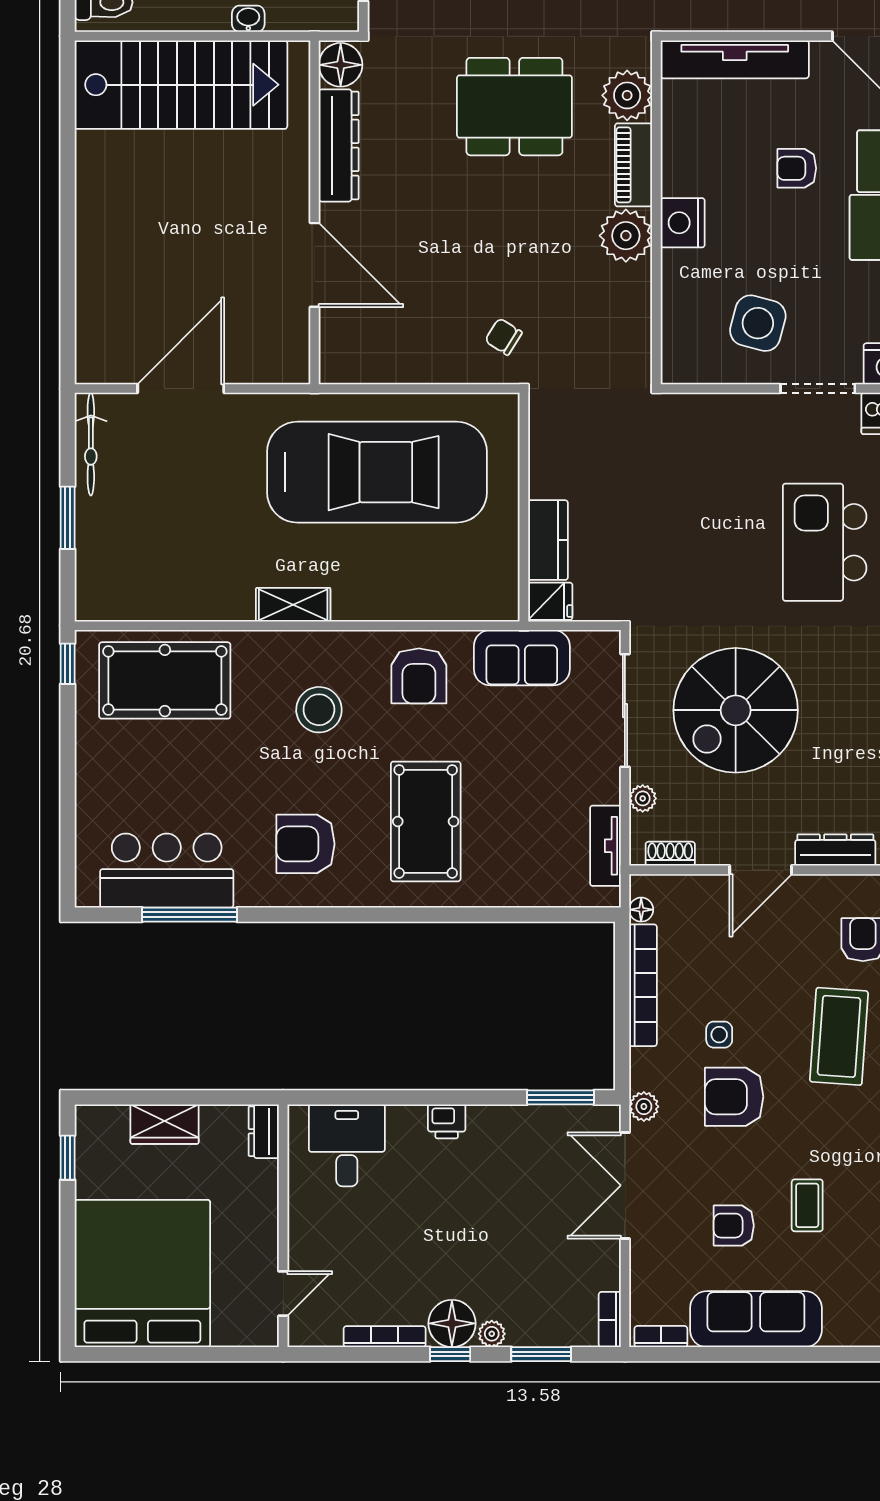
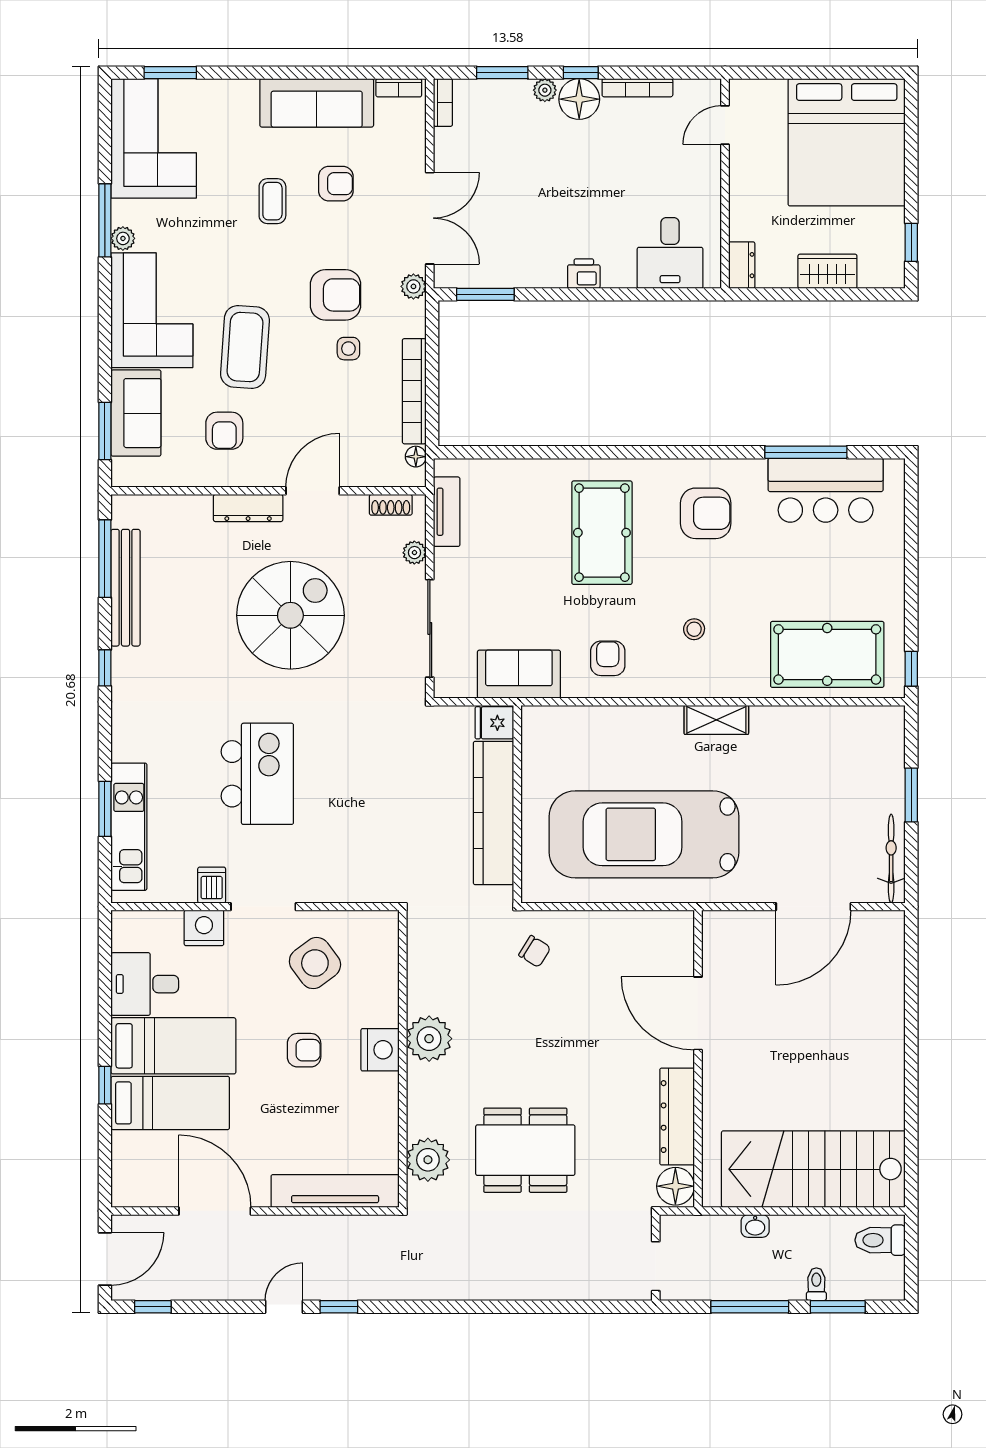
piano: (634, 165) -> (422, 1100), removed
armchair: (797, 168) -> (304, 1050), moved
side table: (758, 323) -> (315, 963), turned 38
kitchen counter: (548, 540) -> (493, 813), width x2.08, depth x1.17
armchair: (419, 676) -> (608, 658), width x0.72, depth x0.72
stool: (319, 710) -> (694, 629), width x0.53, depth x0.53
spiral stairs: (736, 710) -> (290, 615), moved

